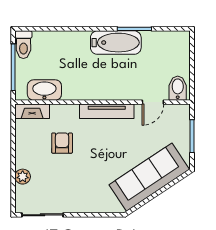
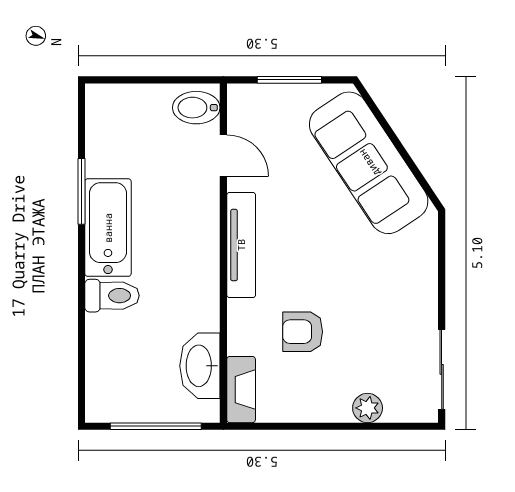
toilet: (23, 45) -> (112, 296), moved

